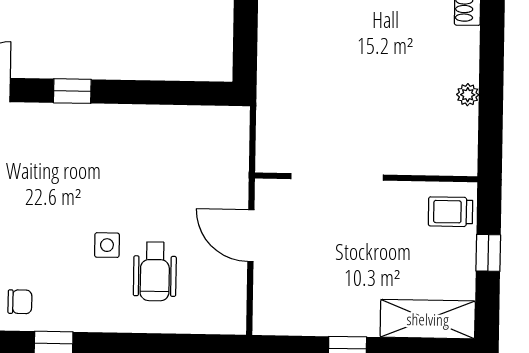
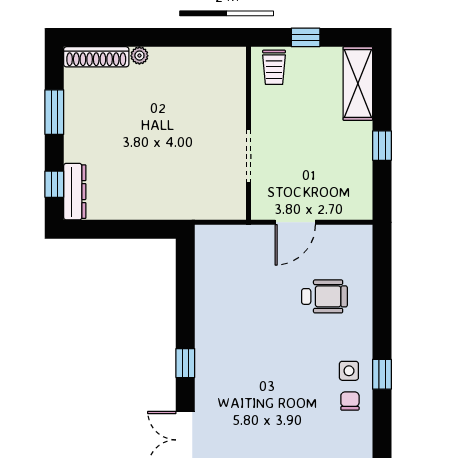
plant: (468, 95) -> (139, 56), moved
doorway: (337, 177) -> (249, 156), width x0.73
side table: (107, 245) -> (349, 371), moved

